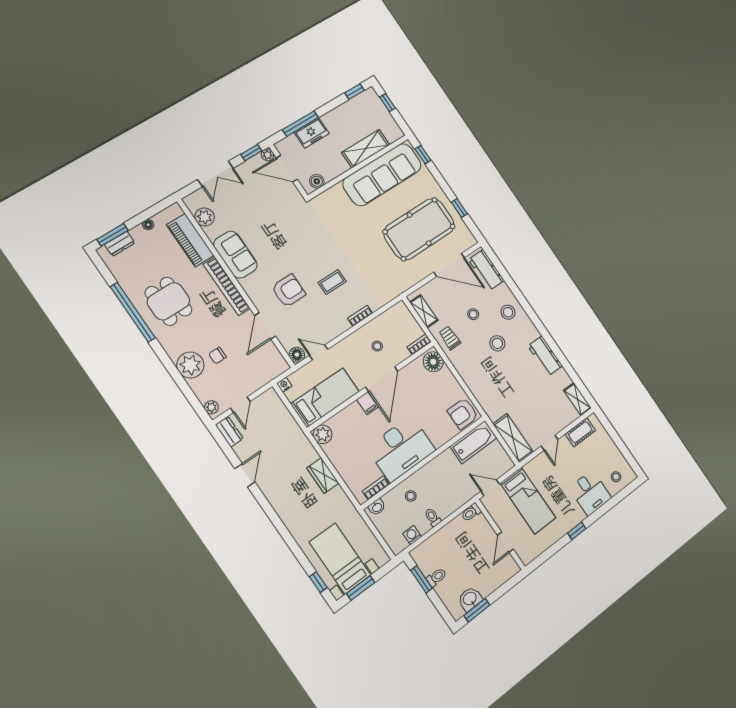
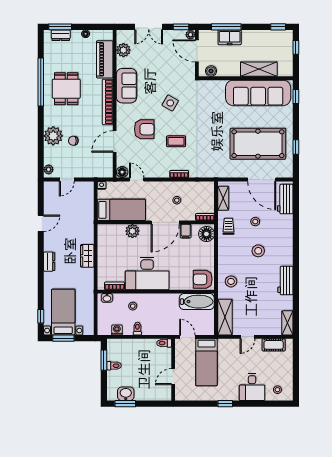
side table: (297, 244) -> (170, 103), added
stool: (508, 312) -> (231, 281), moved
filing cabinet: (367, 403) -> (186, 231), moved
dresser: (229, 432) -> (49, 262), moved
plant: (323, 434) -> (132, 231), moved

